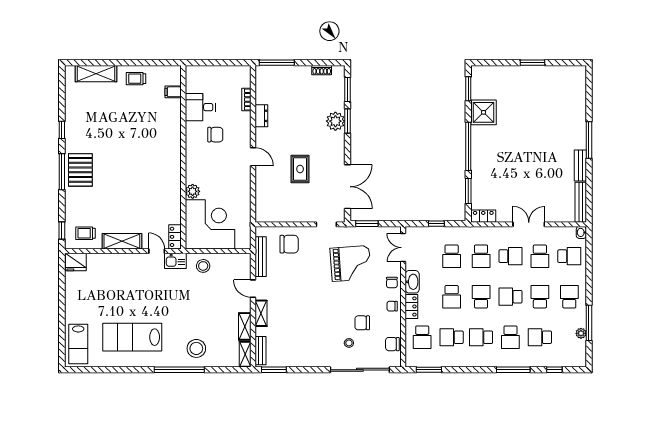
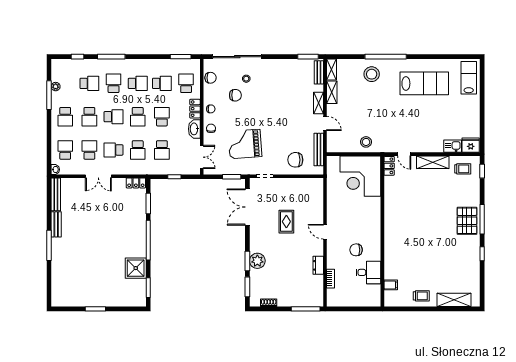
plant: (193, 191) -> (375, 203), removed
school desk: (452, 256) -> (162, 150), turned 180
school desk: (481, 256) -> (138, 150), turned 180
school desk: (569, 256) -> (65, 150), turned 90
kitchen sink: (175, 261) -> (453, 146), moved

